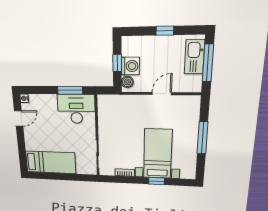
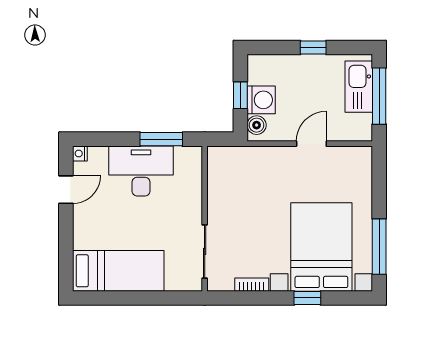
desk: (76, 109) -> (141, 171), moved
window: (202, 138) -> (379, 247), moved
bed with nightstands: (158, 154) -> (321, 247), width x1.36

